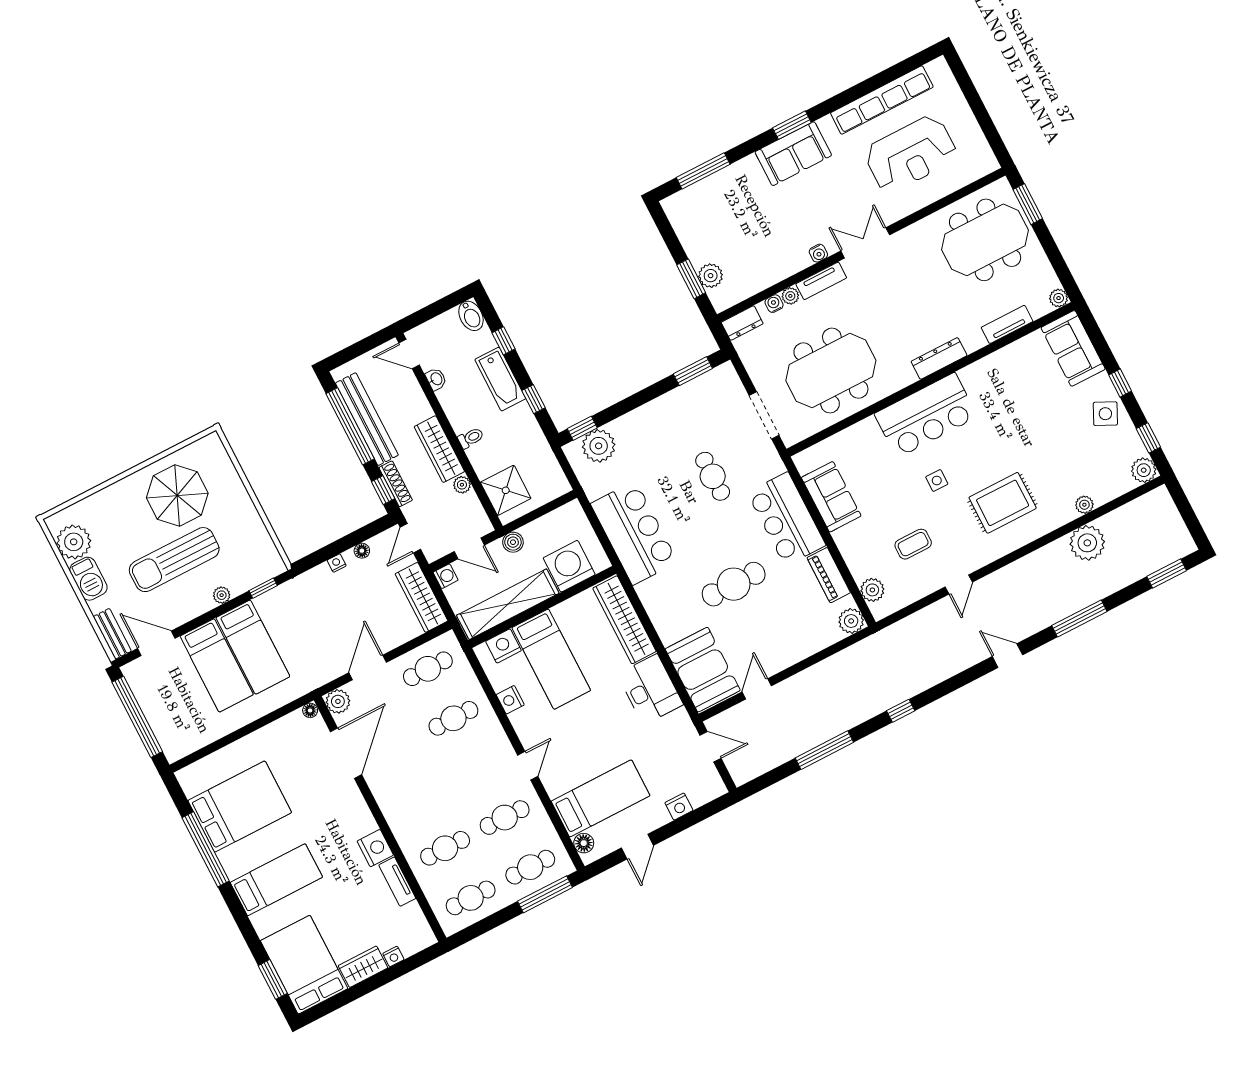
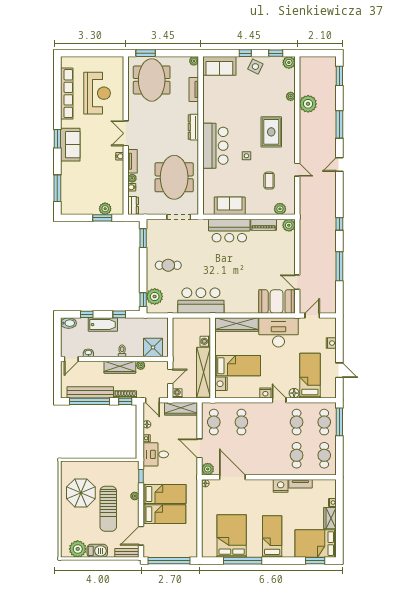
cafe table: (713, 476) -> (168, 265), moved
boiler: (513, 542) -> (177, 356), removed
washing machine: (569, 566) -> (205, 341), width x0.53, depth x0.53
cafe table: (734, 584) -> (246, 269), removed
desk: (316, 594) -> (156, 454), added
desk: (650, 689) -> (279, 332), width x1.36, depth x1.30
nightstand: (510, 700) -> (265, 393), moved
floor lamp: (584, 843) -> (294, 393), moved

